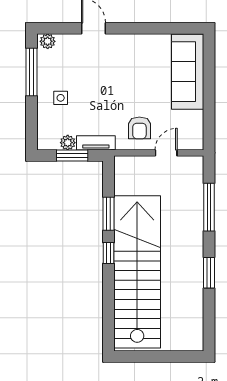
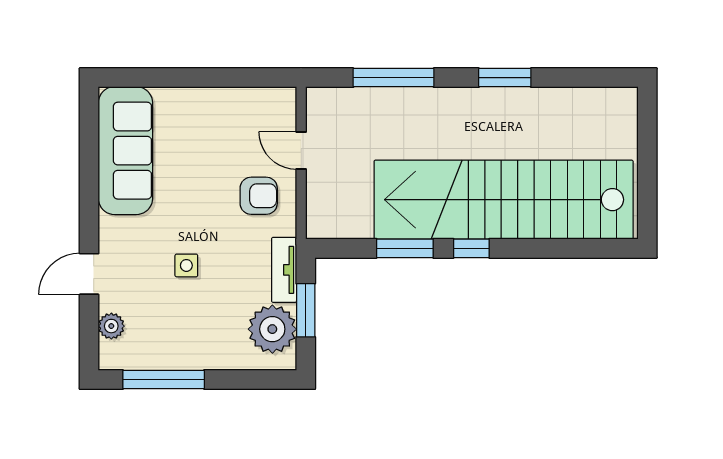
plant: (48, 41) -> (111, 326), moved
sofa: (188, 72) -> (125, 151), moved, turned -90
side table: (61, 98) -> (186, 265), moved
plant: (68, 143) -> (272, 329), width x1.88, depth x1.88

